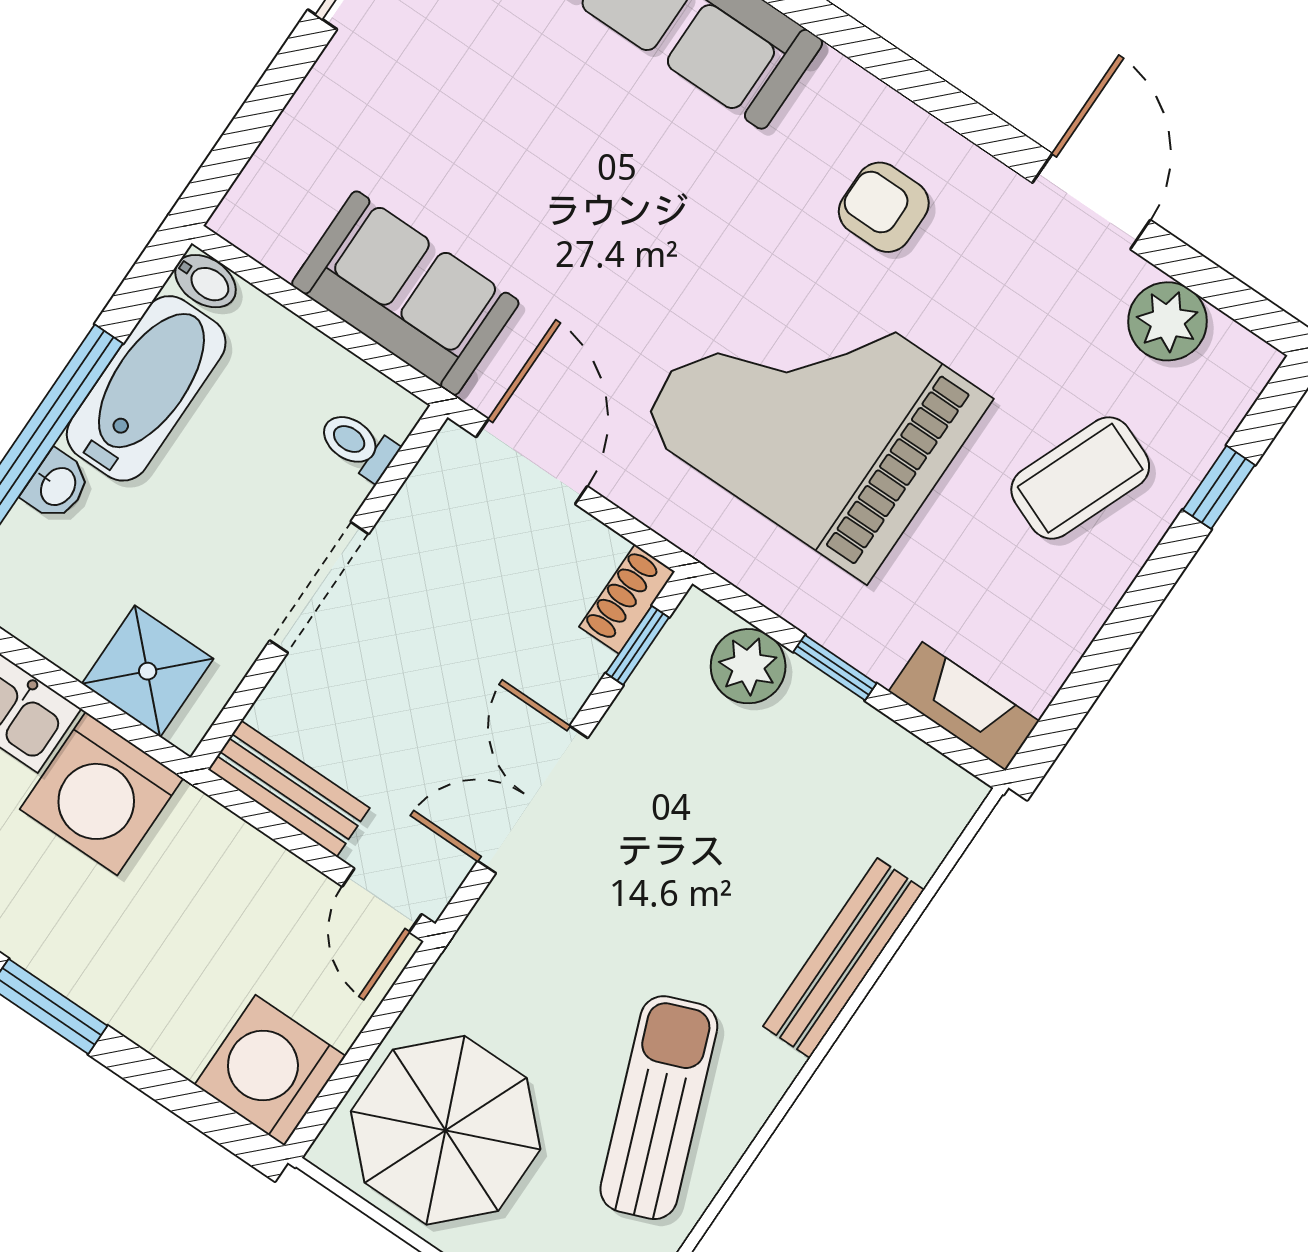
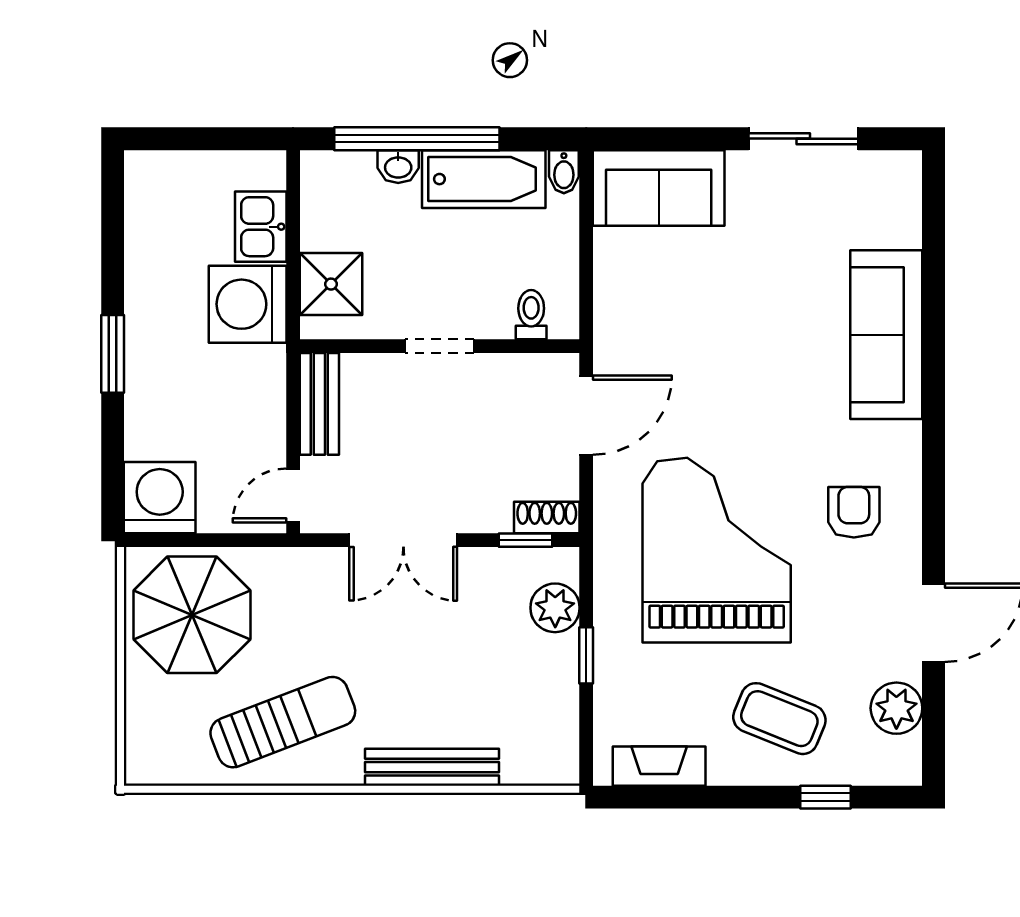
sofa: (405, 293) -> (659, 188), moved, turned 90
doorway: (319, 587) -> (440, 346), width x0.73
fireplace: (964, 706) -> (659, 766), moved, turned -90
double door: (533, 800) -> (403, 540), swing flipped

